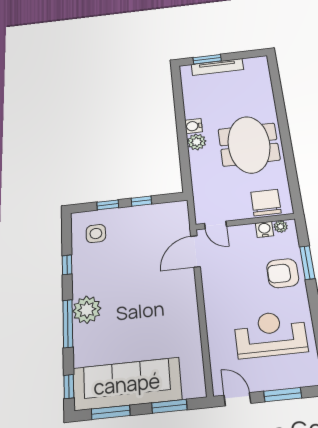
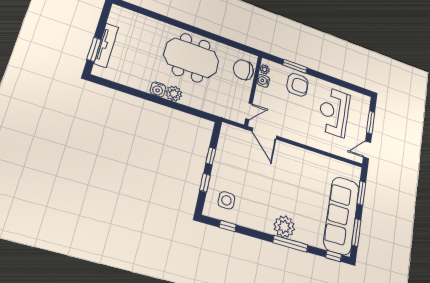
window: (67, 265) -> (228, 226), moved
armchair: (283, 273) -> (297, 85), turned -90

